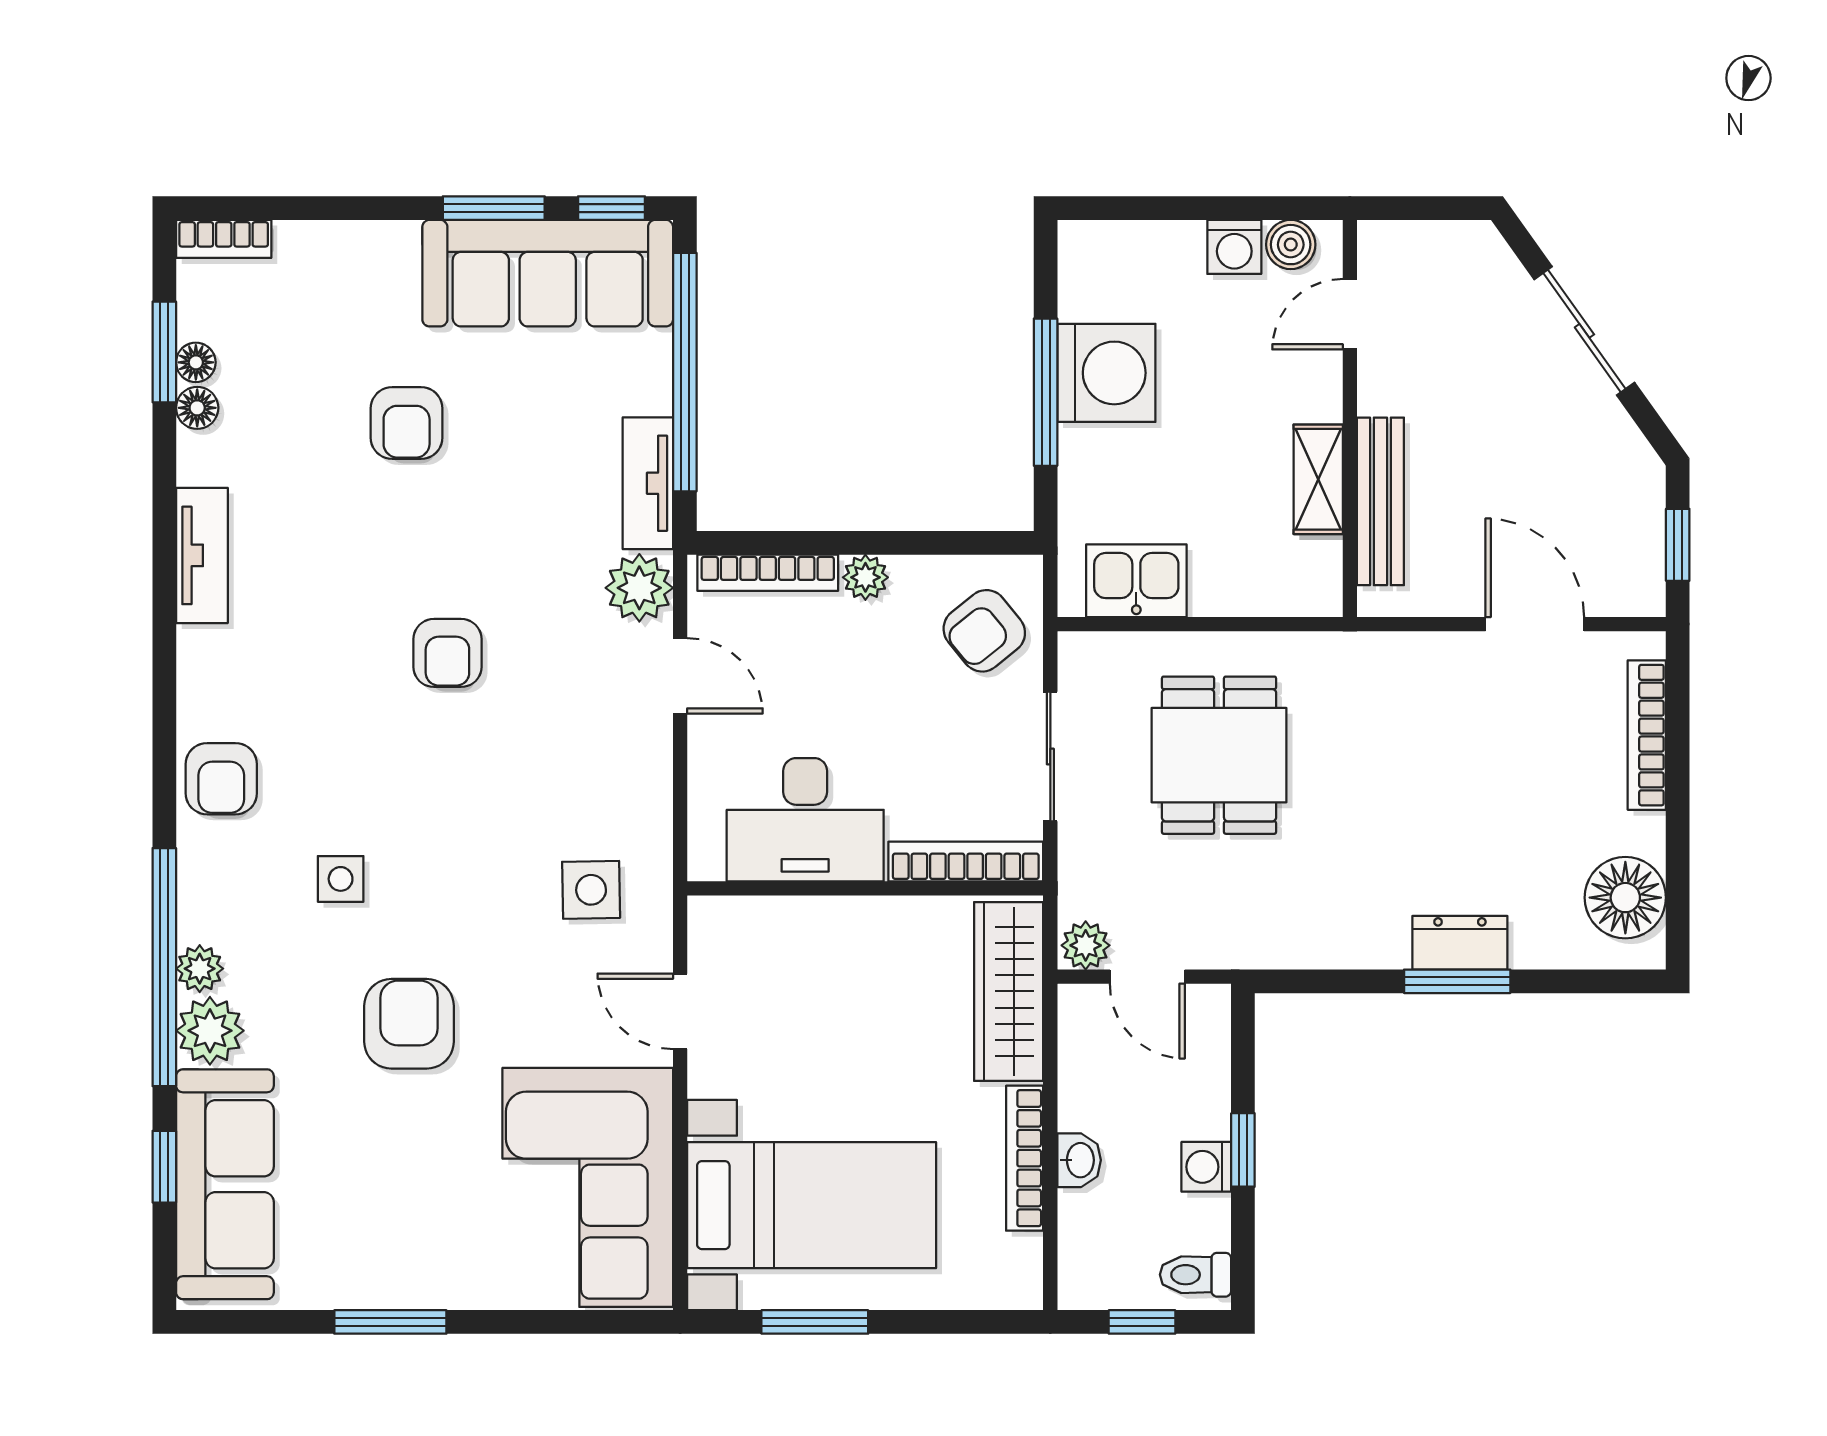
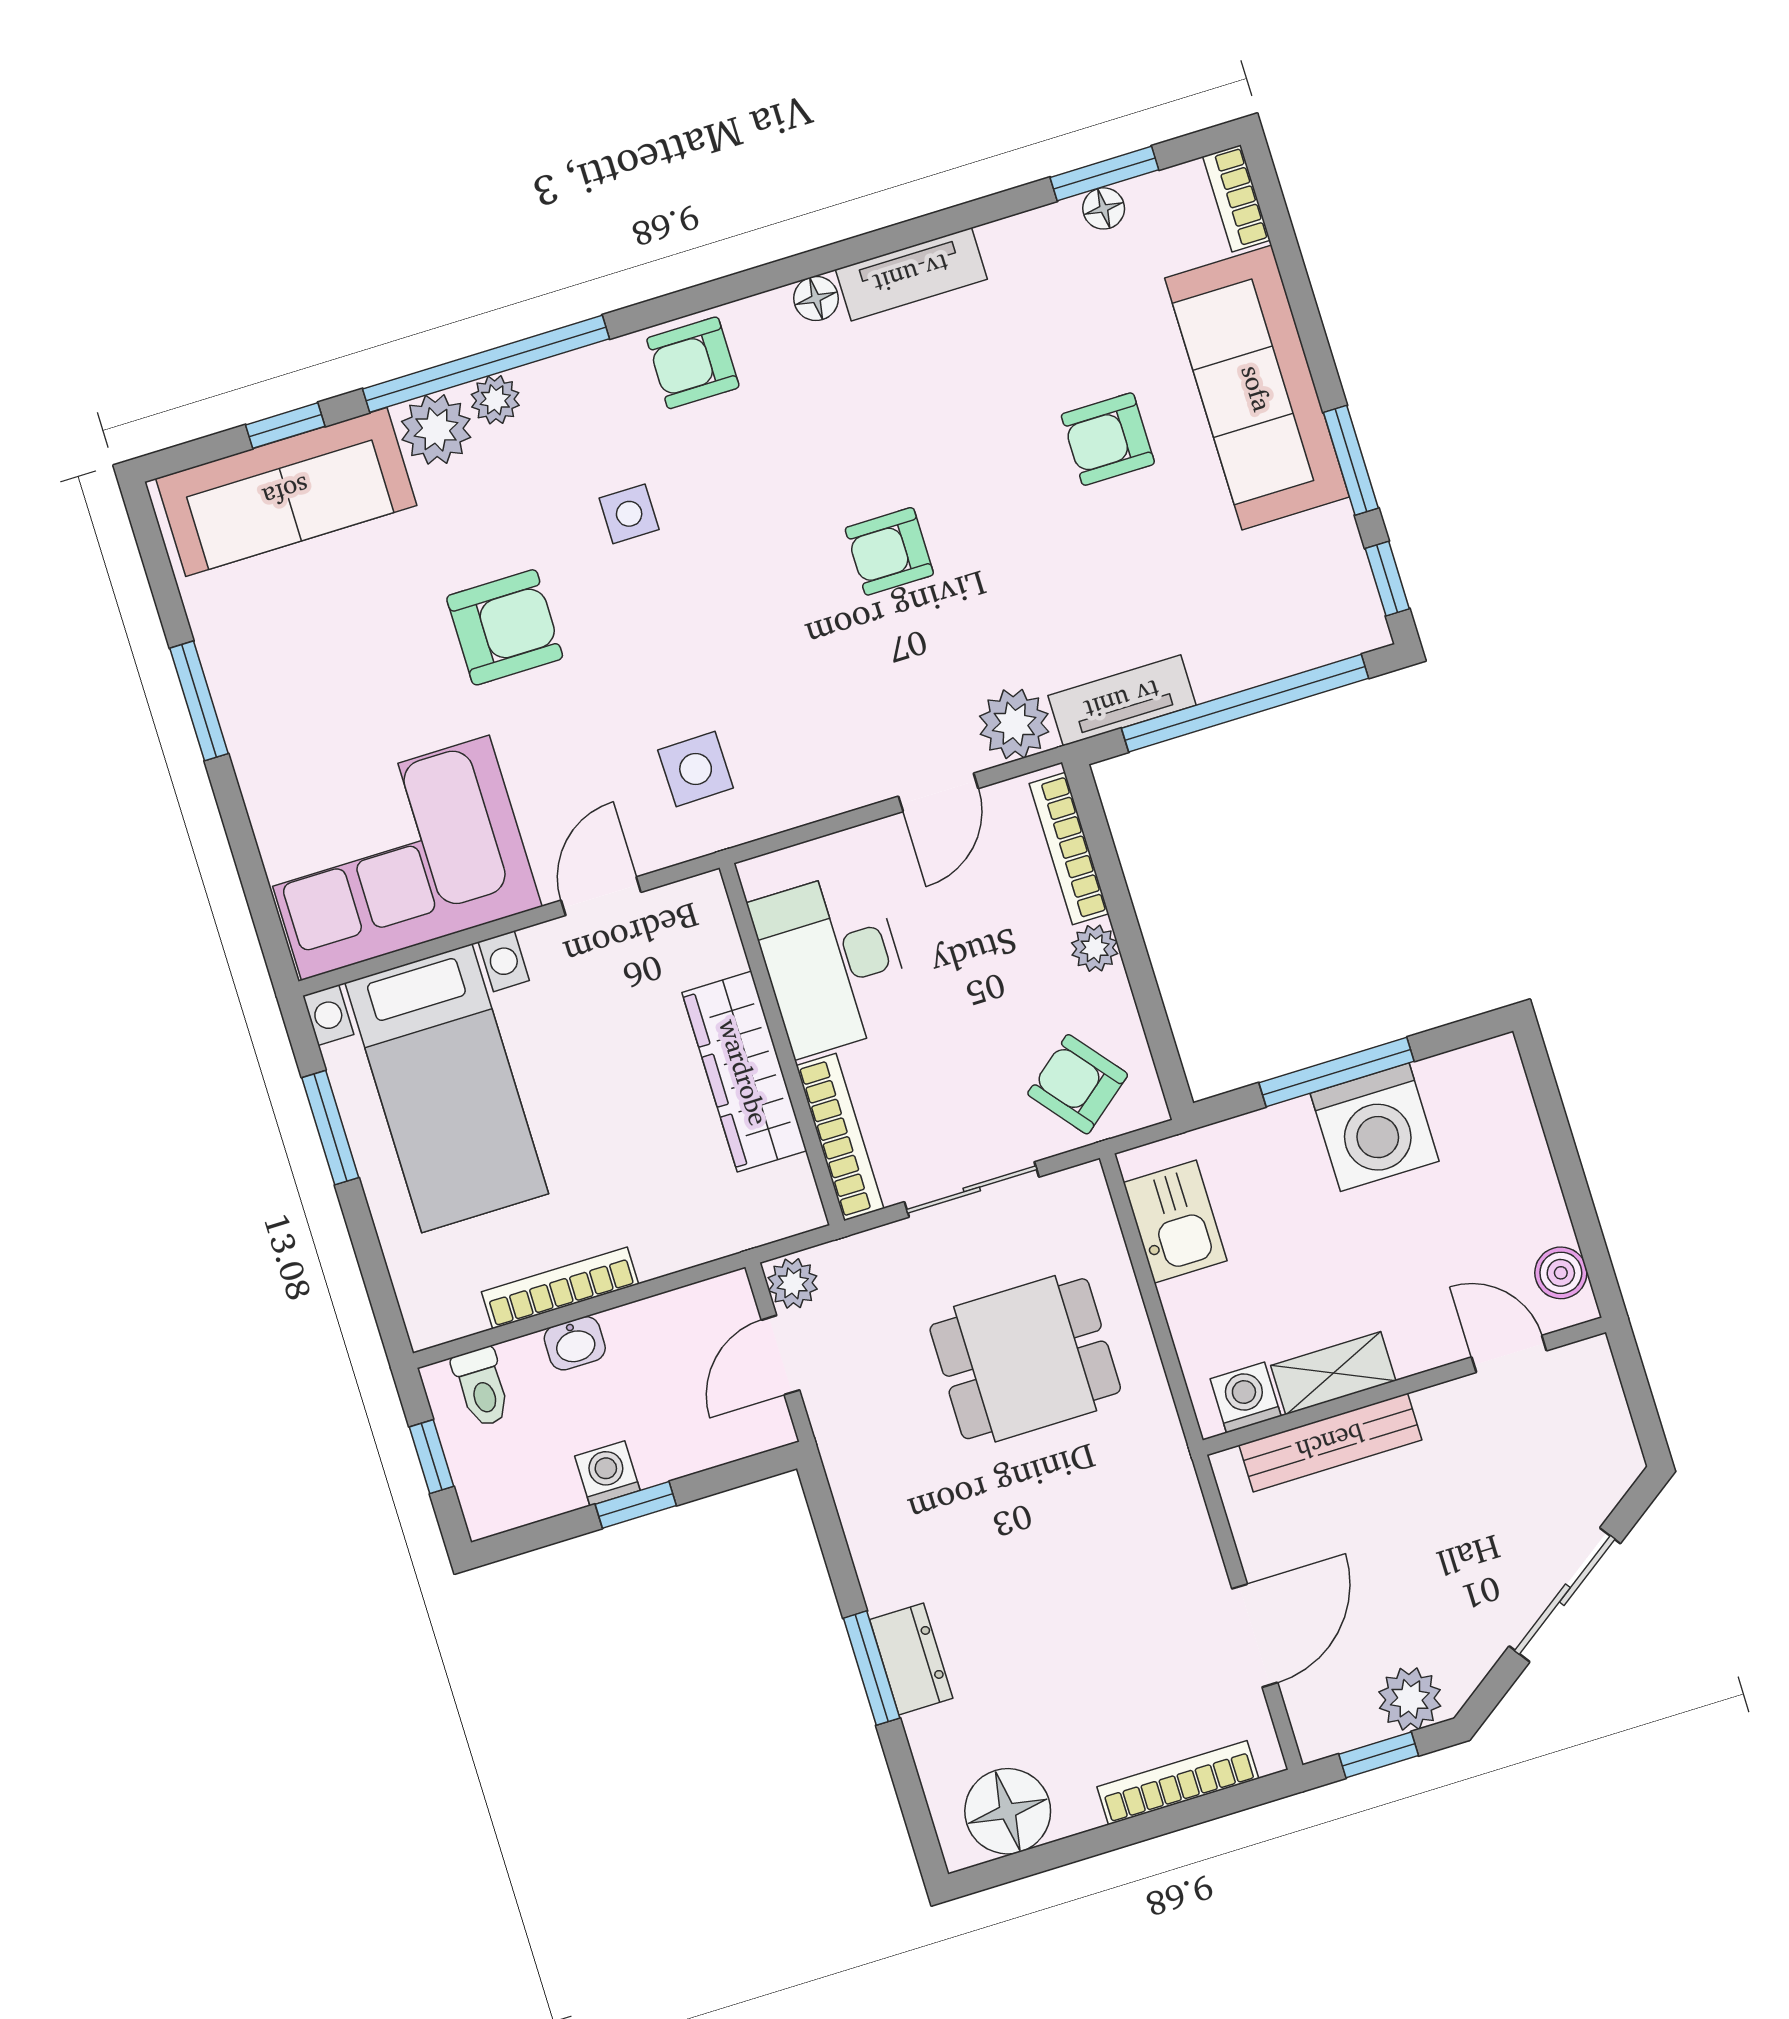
washing machine: (1234, 247) -> (1246, 1397), moved, turned 90
sofa: (548, 273) -> (1257, 388), moved
floor lamp: (197, 408) -> (816, 298), moved
plant: (1636, 501) -> (1410, 1699), added
wardrobe: (1009, 991) -> (744, 1072), moved, turned -90
toilet: (1196, 1275) -> (482, 1387), moved, turned 180

